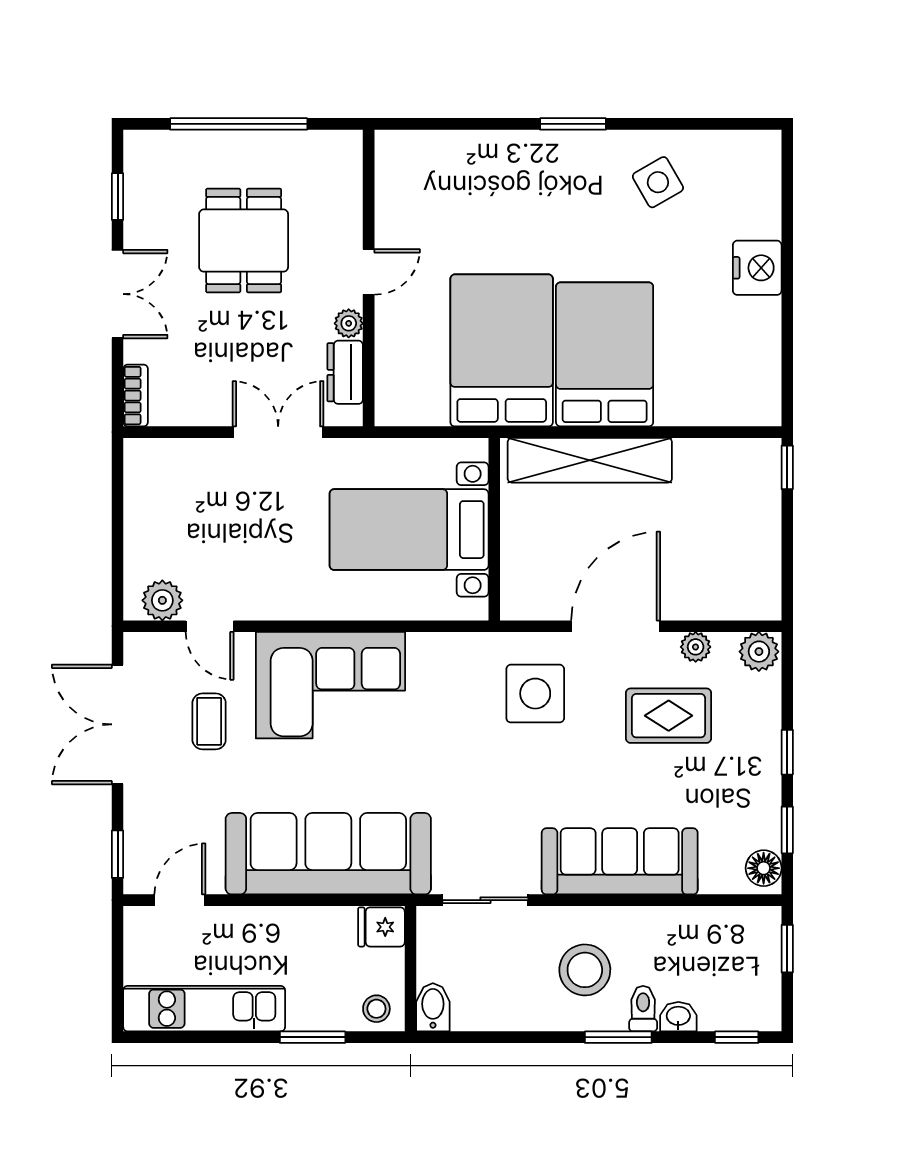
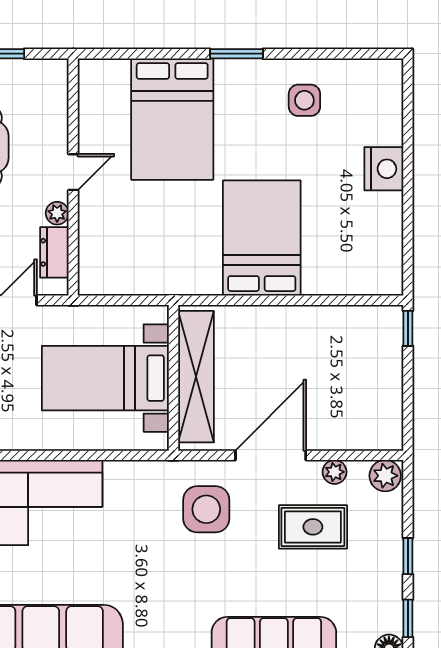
side table: (658, 182) -> (304, 100), turned 30
bed: (502, 350) -> (172, 119), moved, turned 180
shelving: (590, 460) -> (196, 377), moved, turned 90

